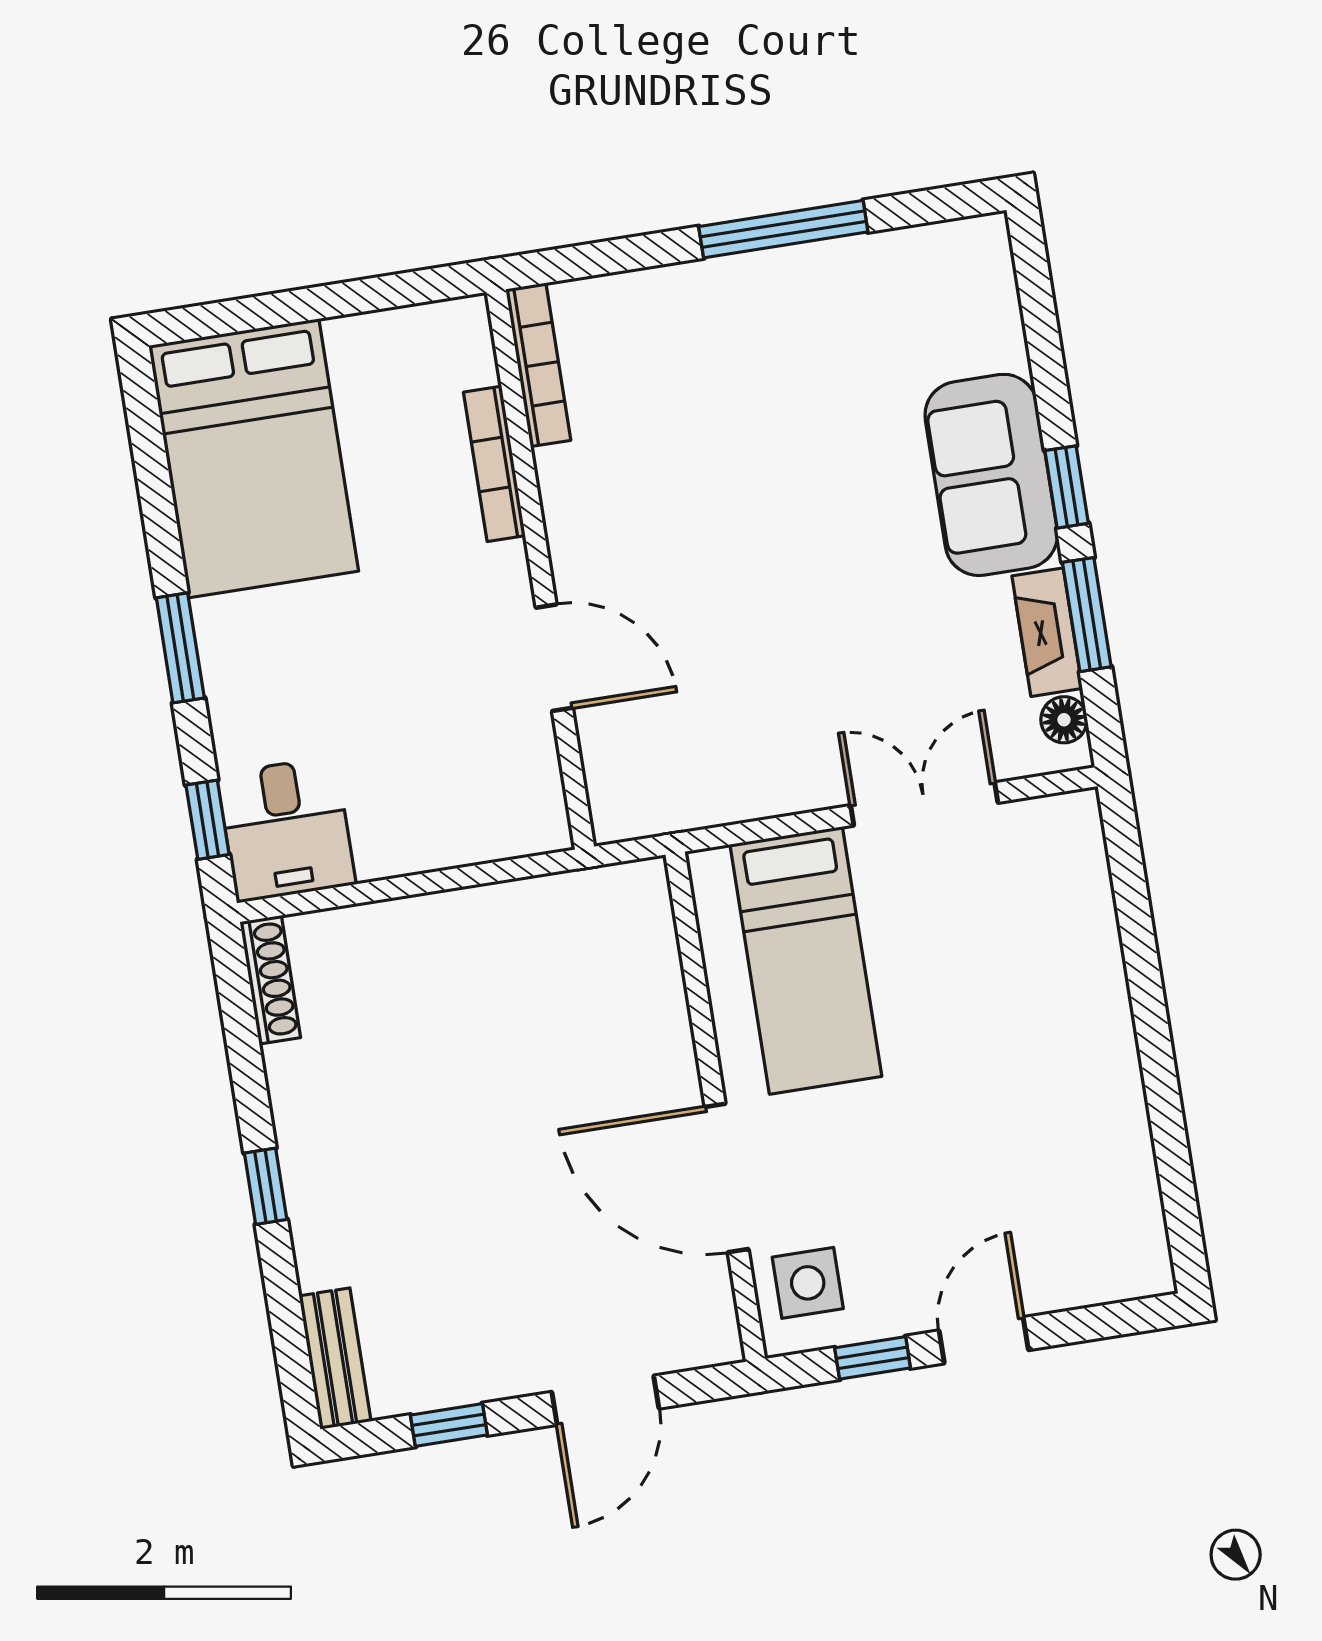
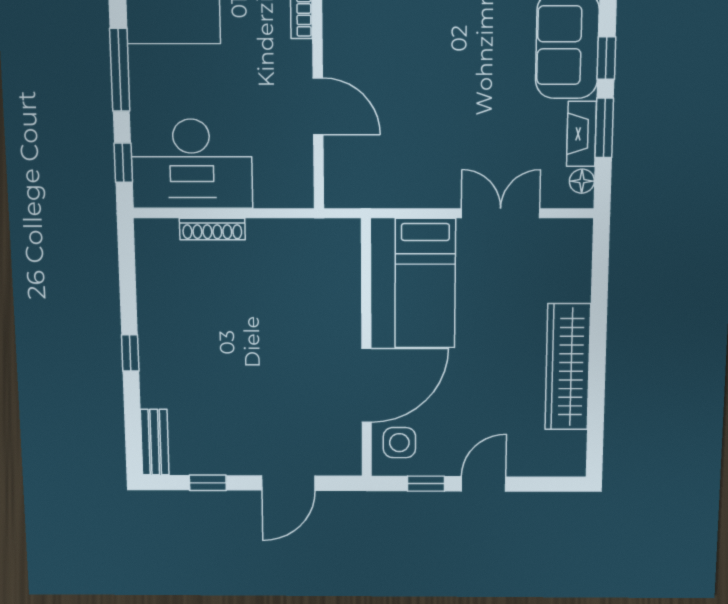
window: (180, 648) -> (120, 70), width x1.44
desk: (286, 829) -> (192, 164), width x1.87, depth x1.30
shoe rack: (270, 980) -> (212, 229), moved, turned 90
wardrobe: (1103, 1080) -> (568, 367), added
door: (727, 1178) -> (367, 385), swing flipped

